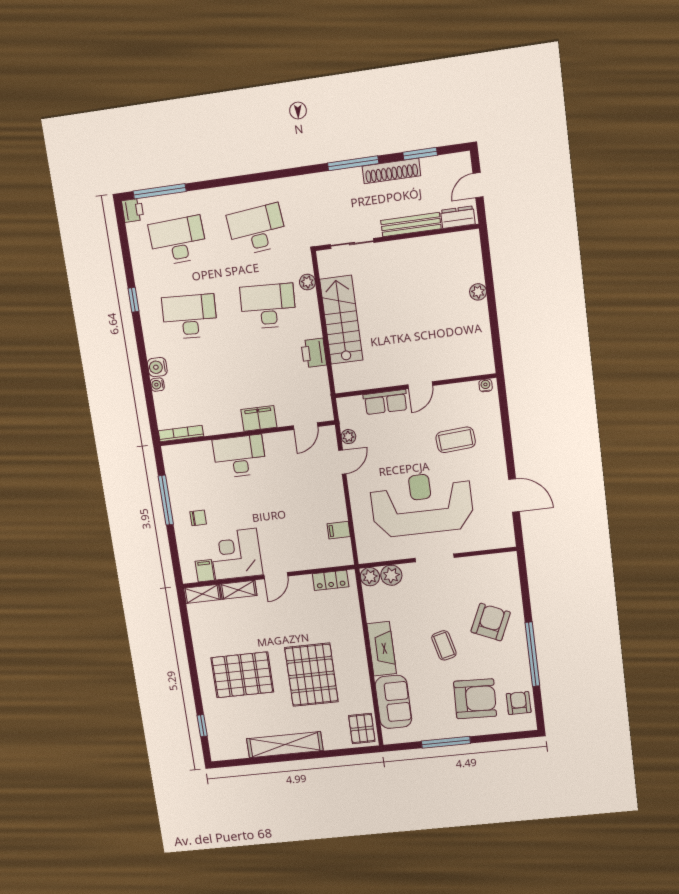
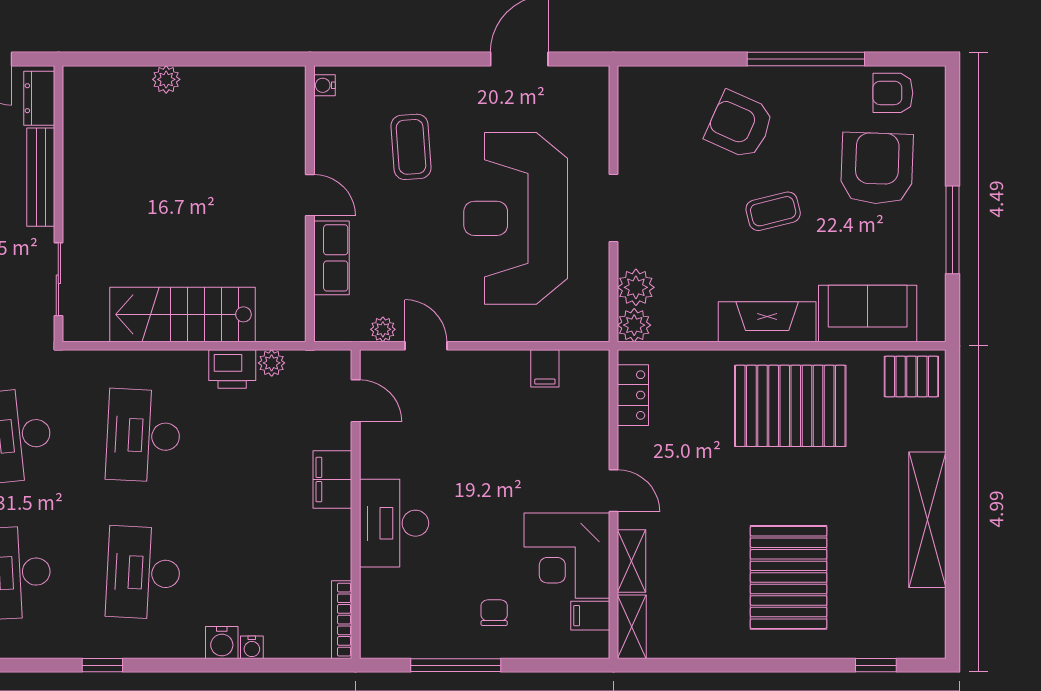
plant: (307, 282) -> (272, 363), moved
pallet: (311, 675) -> (790, 406), moved

